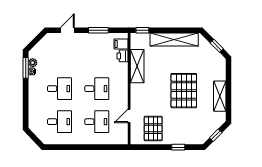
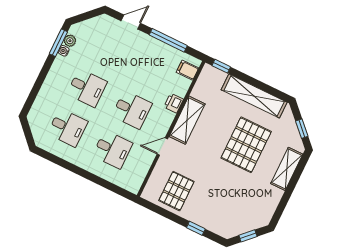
window: (98, 30) -> (168, 40), width x1.44
printer: (123, 56) -> (174, 103), moved
shelving: (137, 66) -> (187, 120), moved
pallet: (184, 91) -> (246, 145), moved
shelving: (220, 96) -> (287, 169), moved
door: (129, 116) -> (162, 146), moved

